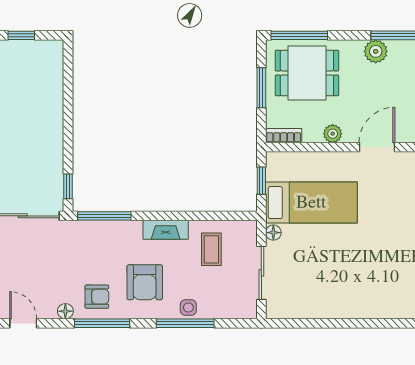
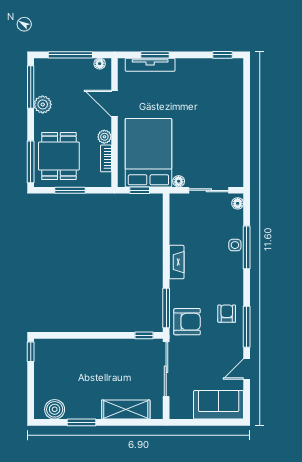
window: (21, 35) -> (31, 352), moved
bookcase: (284, 136) -> (106, 158), moved
bed: (311, 203) -> (148, 153), width x1.50
coffee table: (211, 249) -> (191, 228), removed
armchair: (145, 282) -> (187, 322), moved
floor lamp: (65, 311) -> (238, 203), moved
window: (102, 323) -> (247, 327), moved

